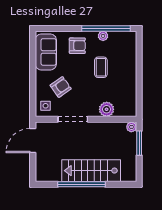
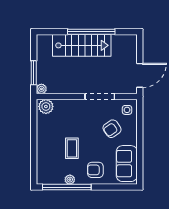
plant: (107, 109) -> (46, 106), moved

